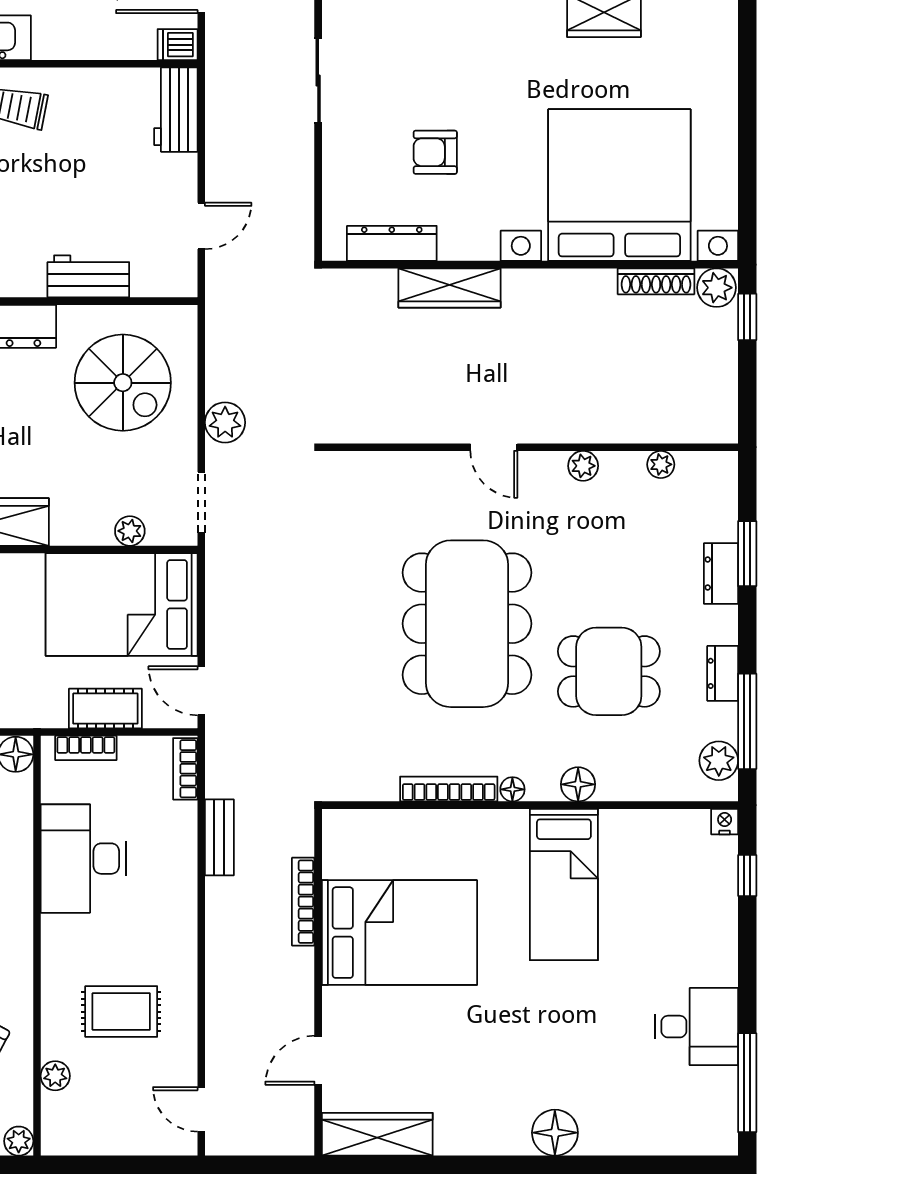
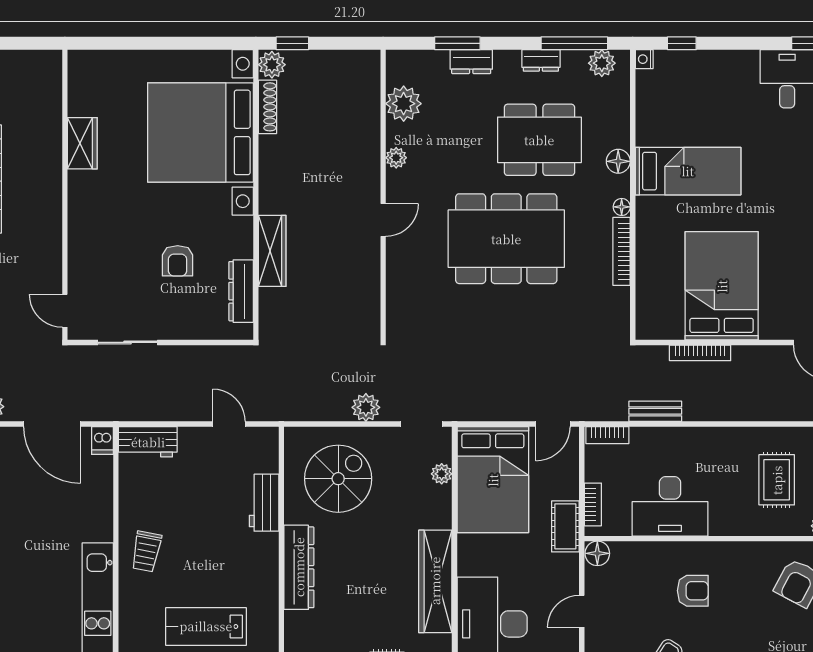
plant: (661, 464) -> (404, 104), width x1.88, depth x1.88
dining table: (609, 671) -> (539, 140), width x1.38
cot: (105, 709) -> (565, 526), moved

